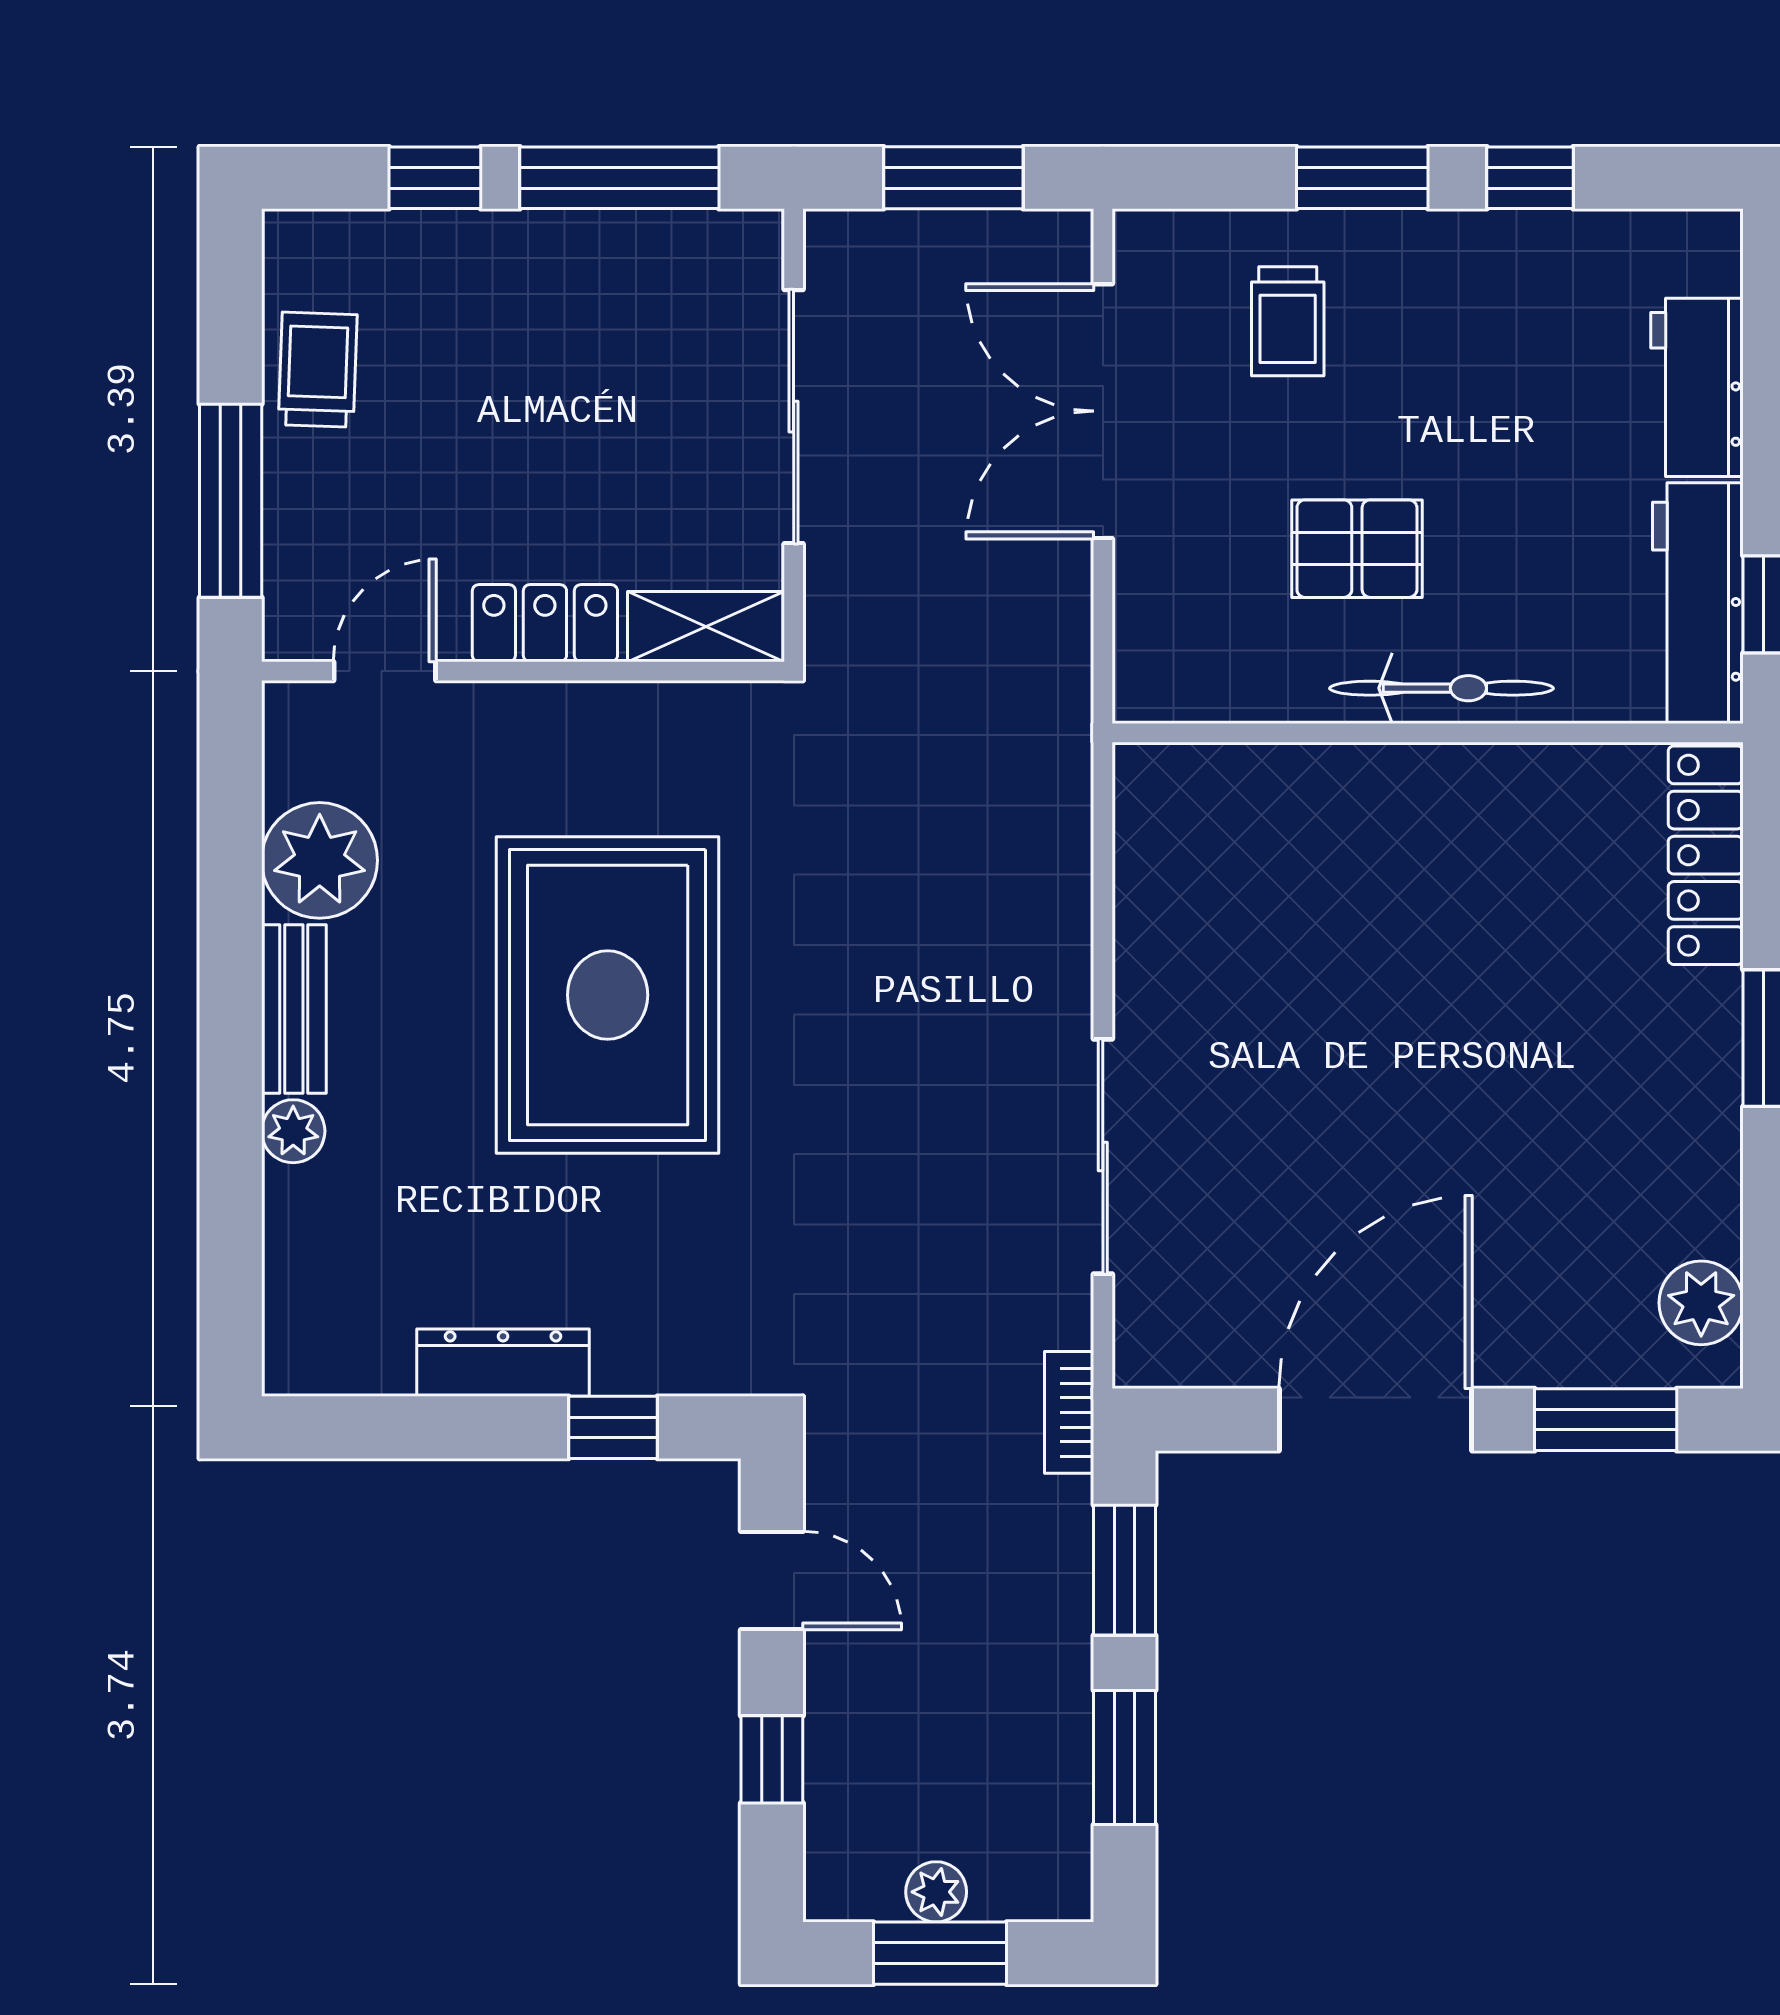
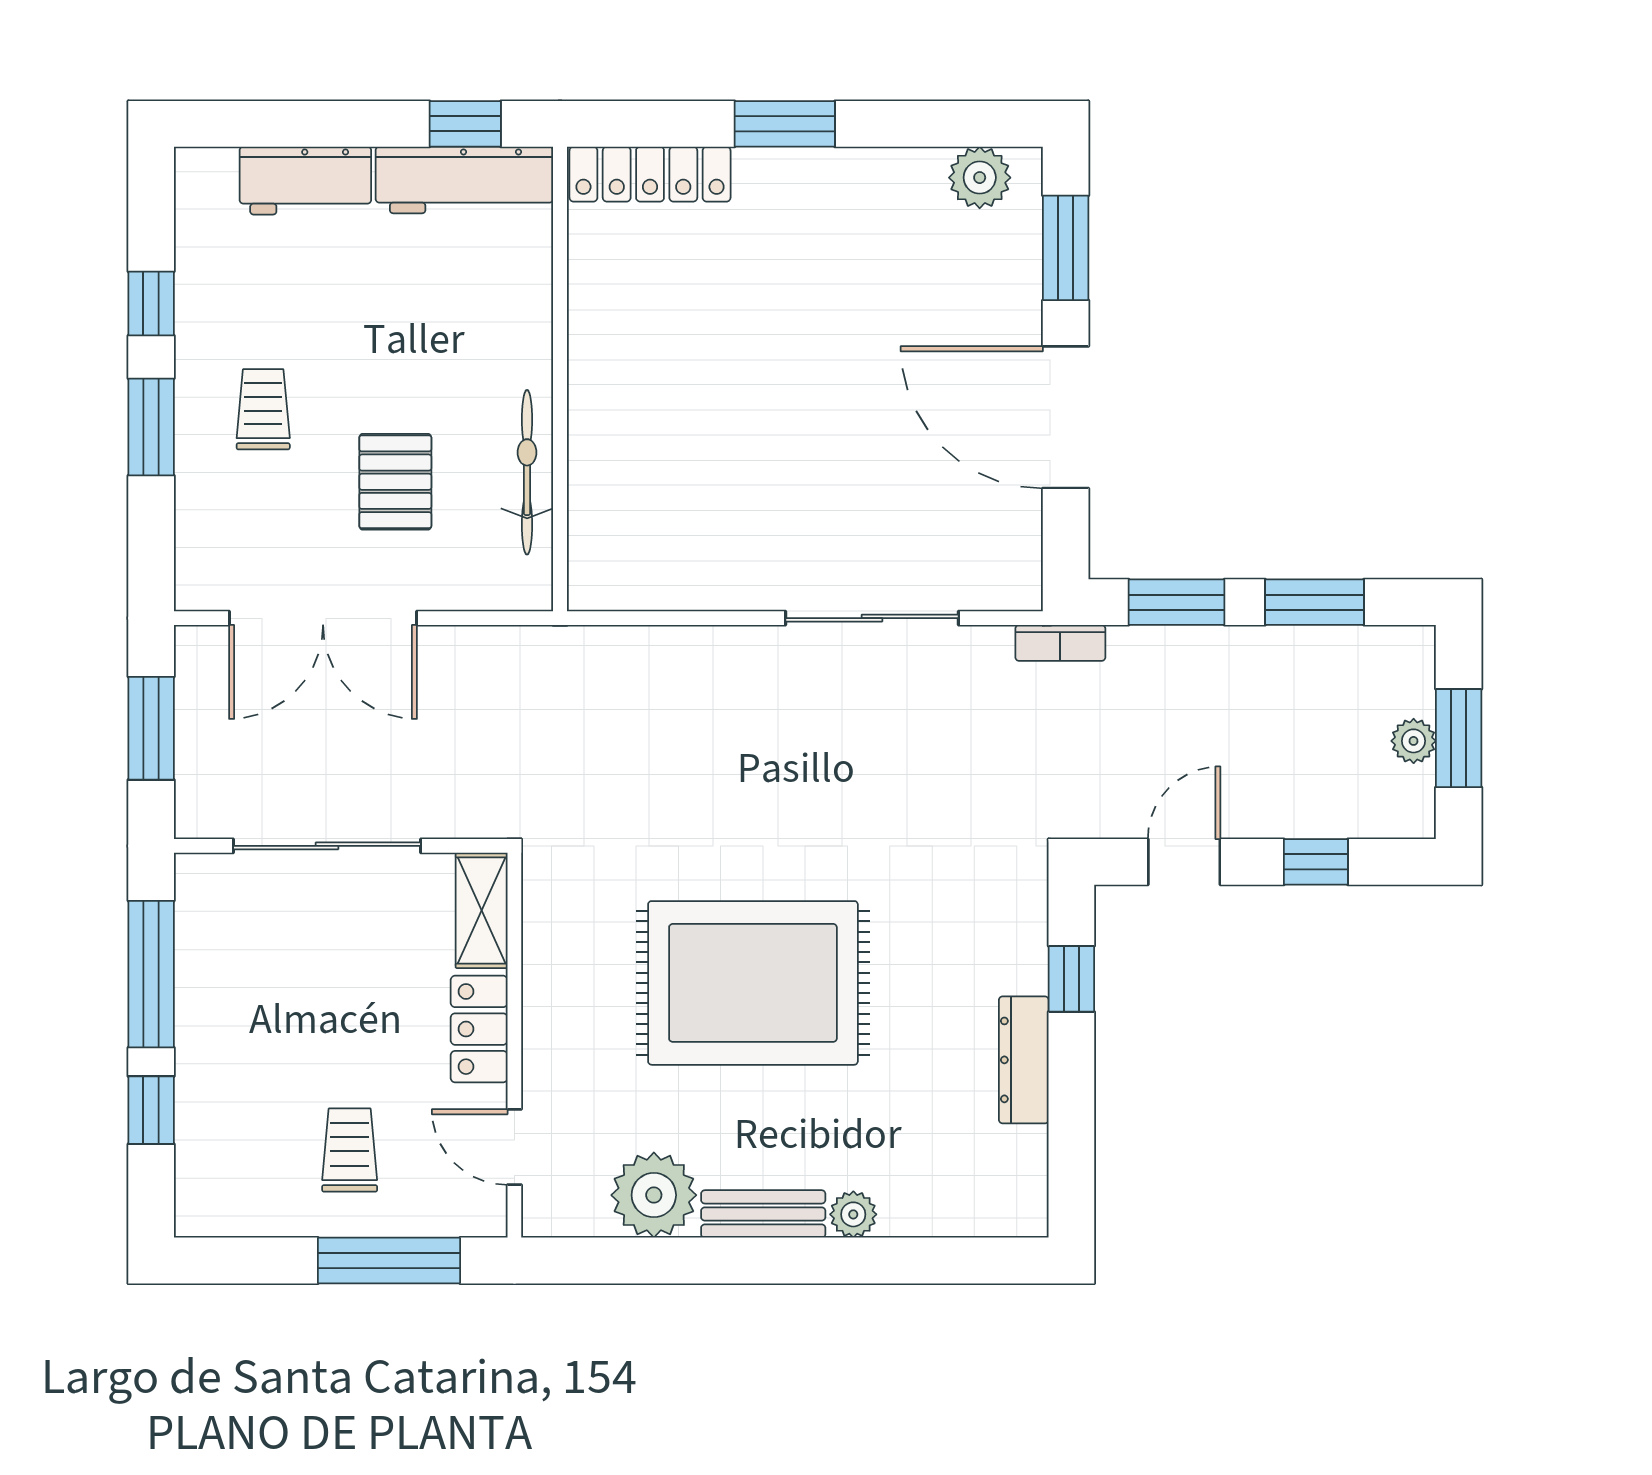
trolley: (1288, 321) -> (263, 409), moved, turned -90
trolley: (318, 370) -> (350, 1150), moved, turned 88
pallet: (1357, 549) -> (395, 482), moved
bicycle: (1442, 688) -> (527, 472), moved

